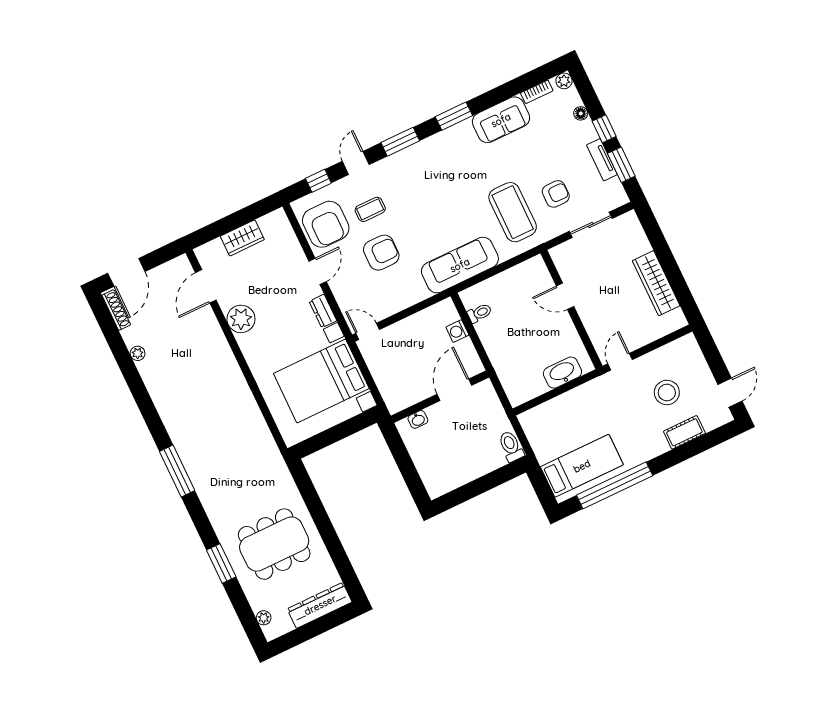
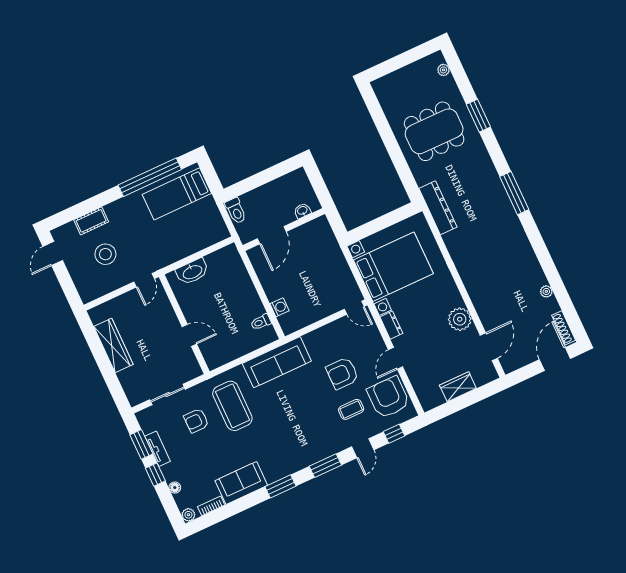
door: (454, 390) -> (272, 235), moved
wall: (440, 397) -> (284, 230), moved
washbasin: (418, 419) -> (302, 211), moved
dresser: (320, 605) -> (438, 208), moved, turned -90

